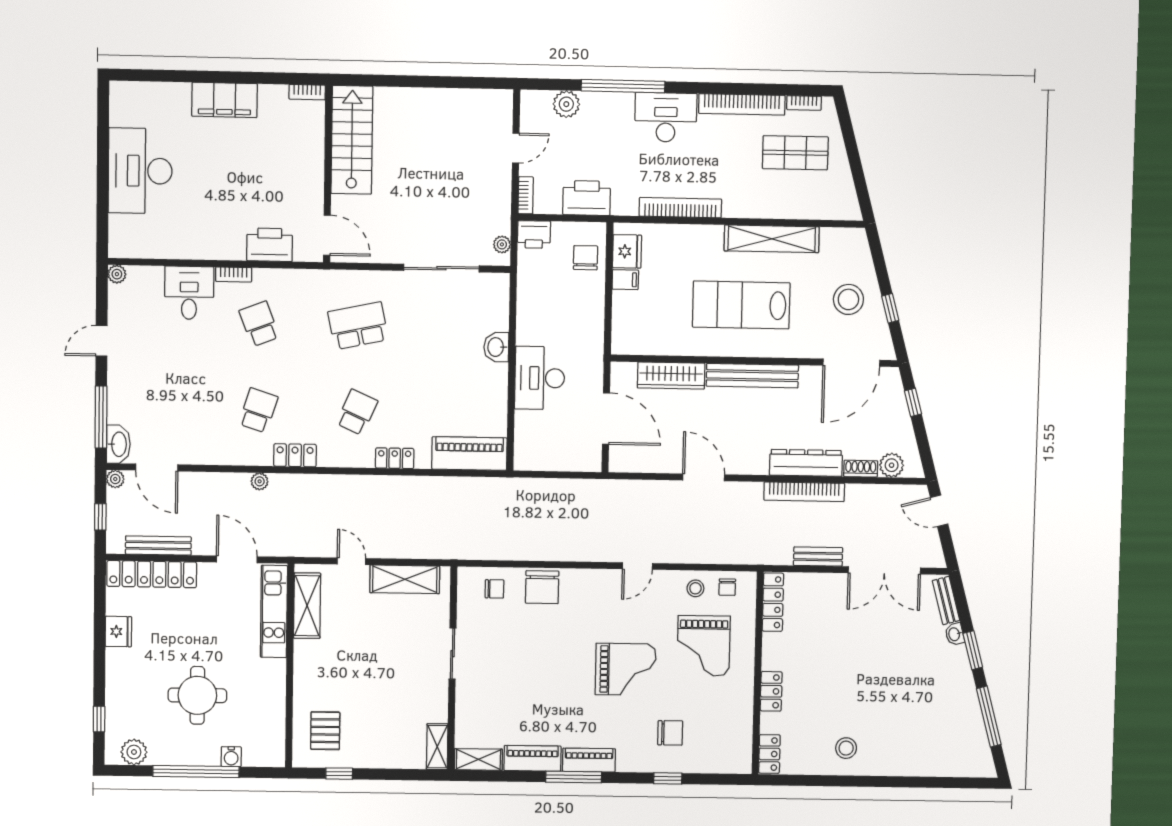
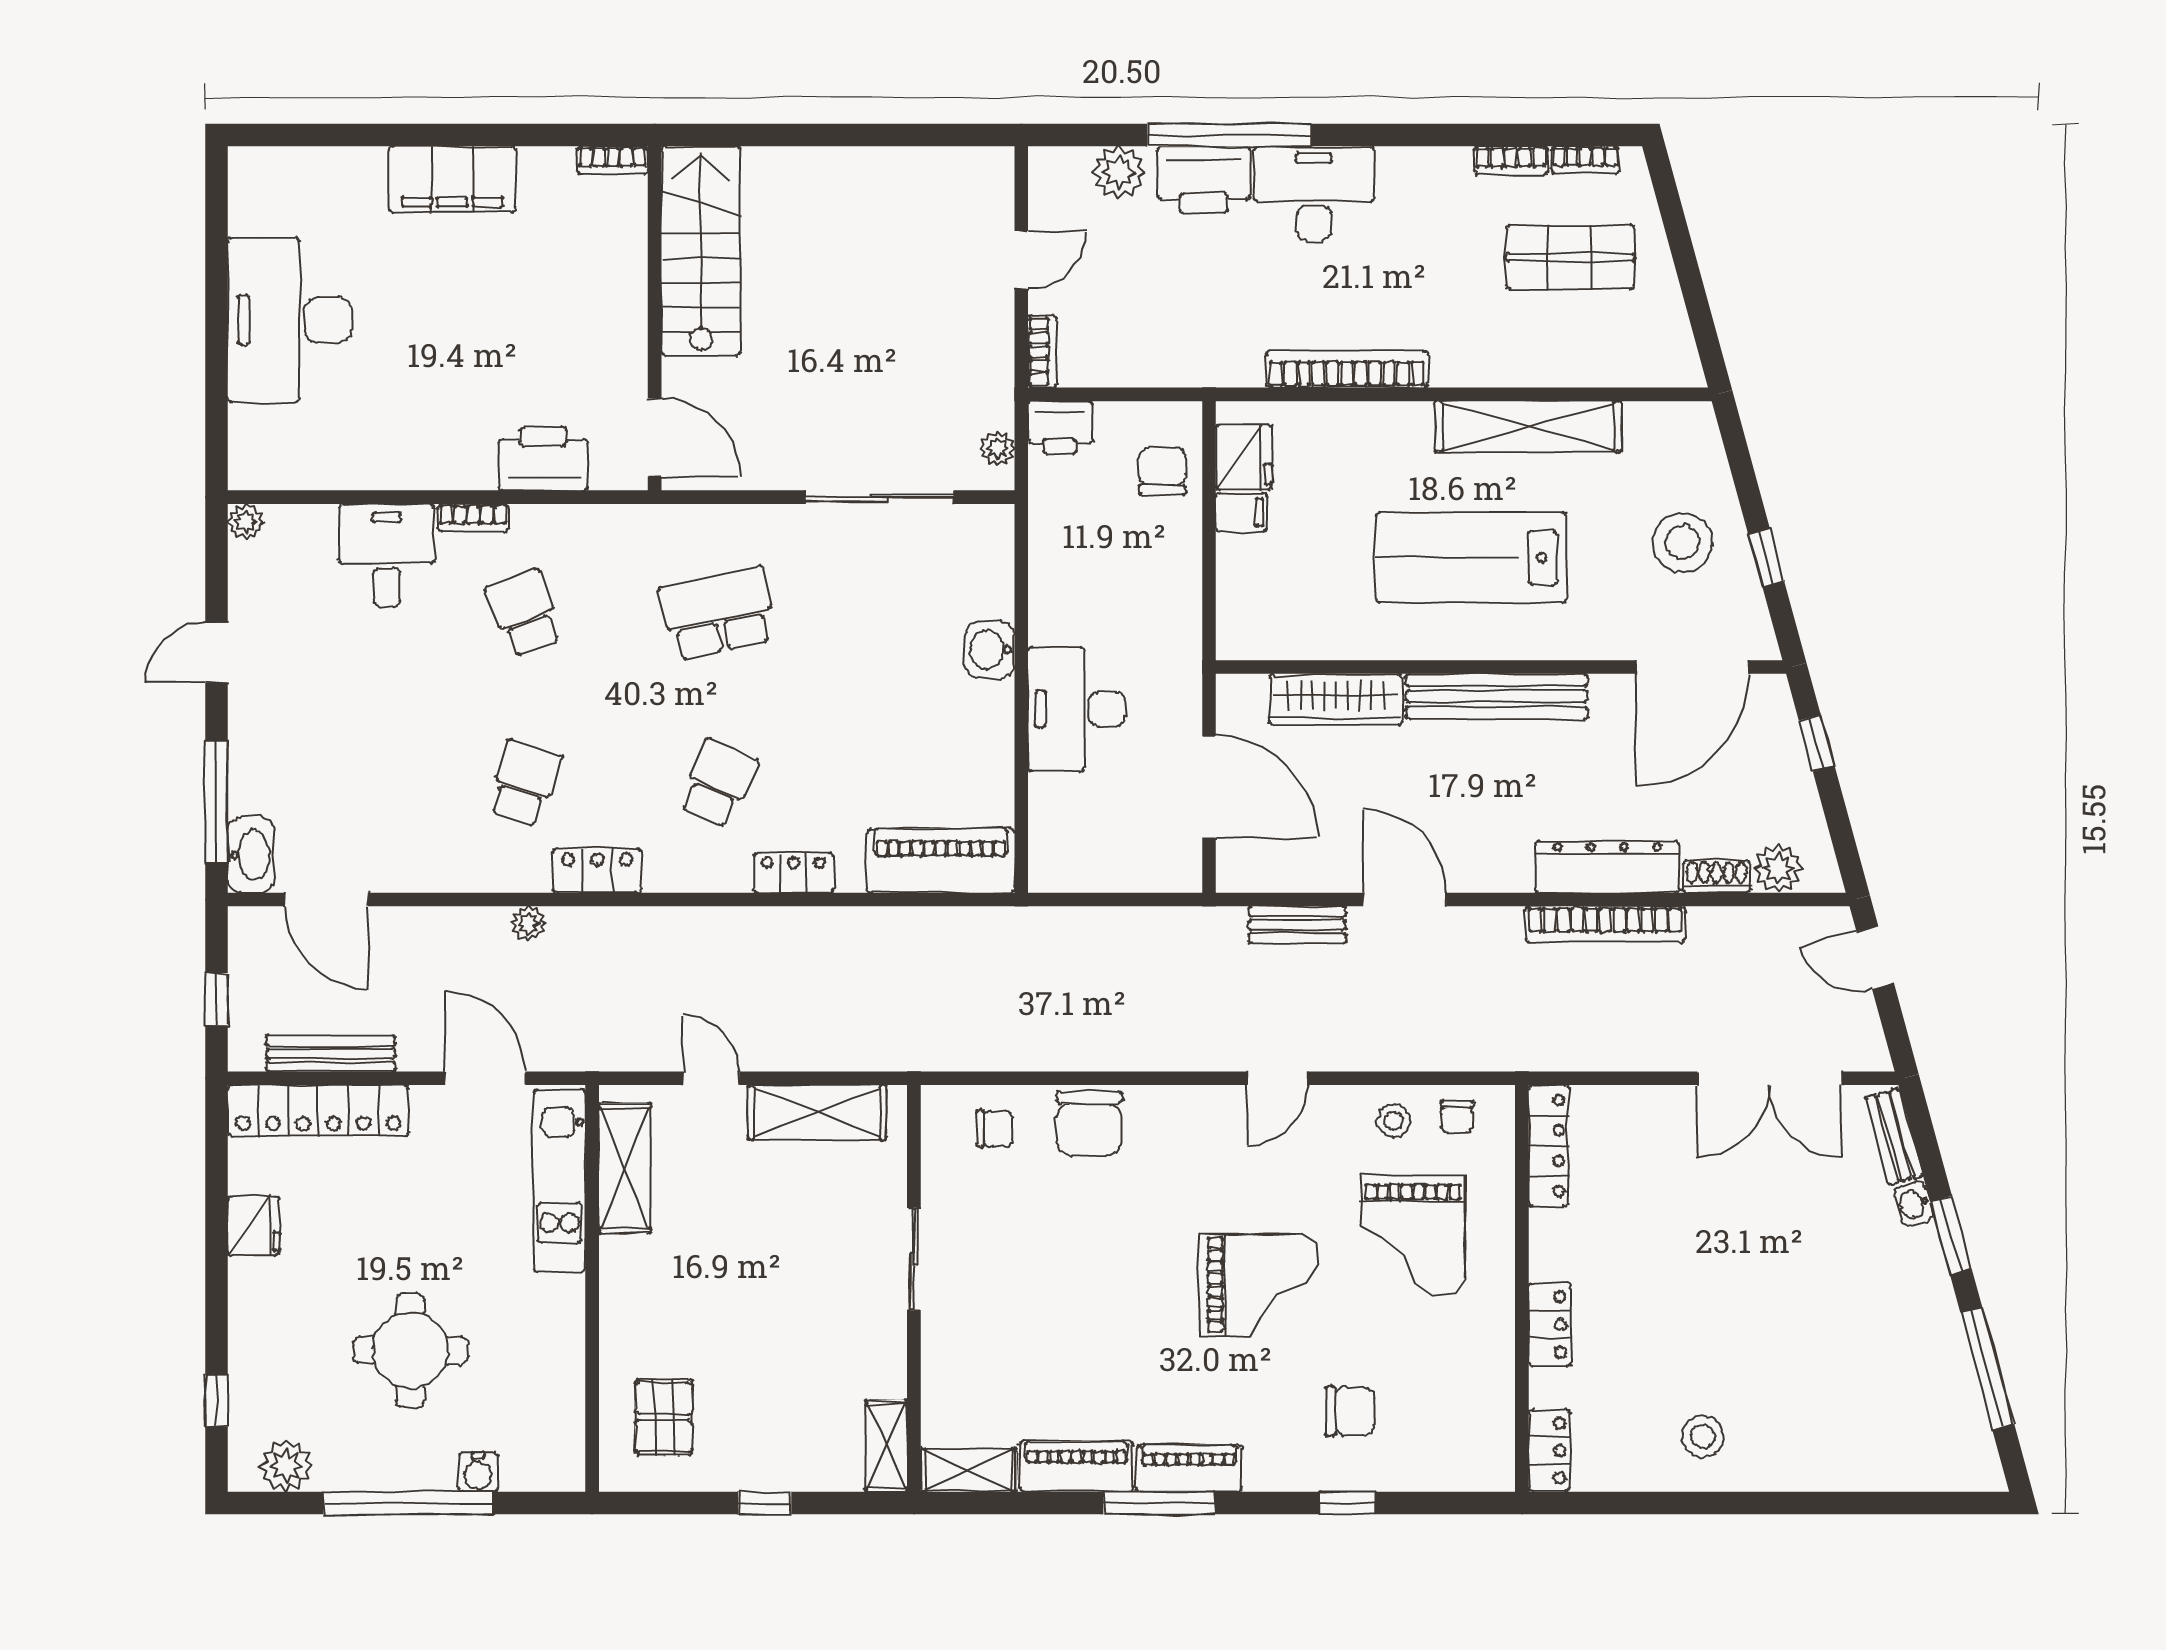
bookcase: (742, 104) -> (1511, 161), width x0.43, depth x0.76
printer: (587, 198) -> (1204, 179), moved, turned 180
plant: (115, 479) -> (245, 924), removed
bench: (818, 557) -> (1297, 925), moved
window: (339, 774) -> (765, 1503), moved

